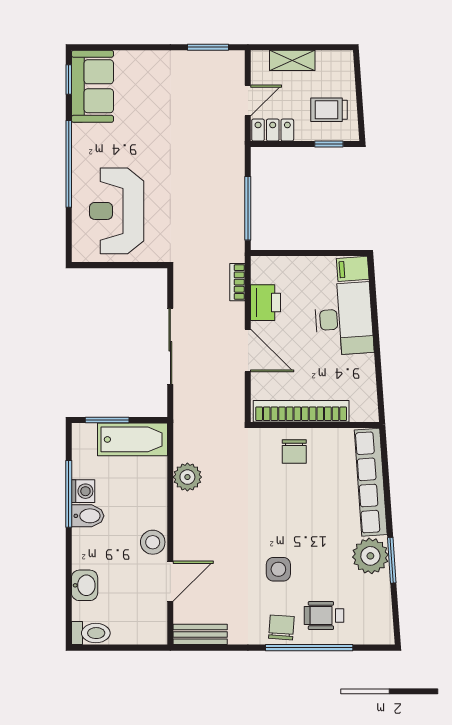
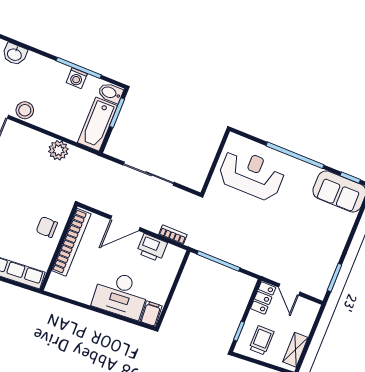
shelving: (292, 60) -> (295, 350), moved
bidet: (88, 516) -> (110, 93), moved, turned 90

